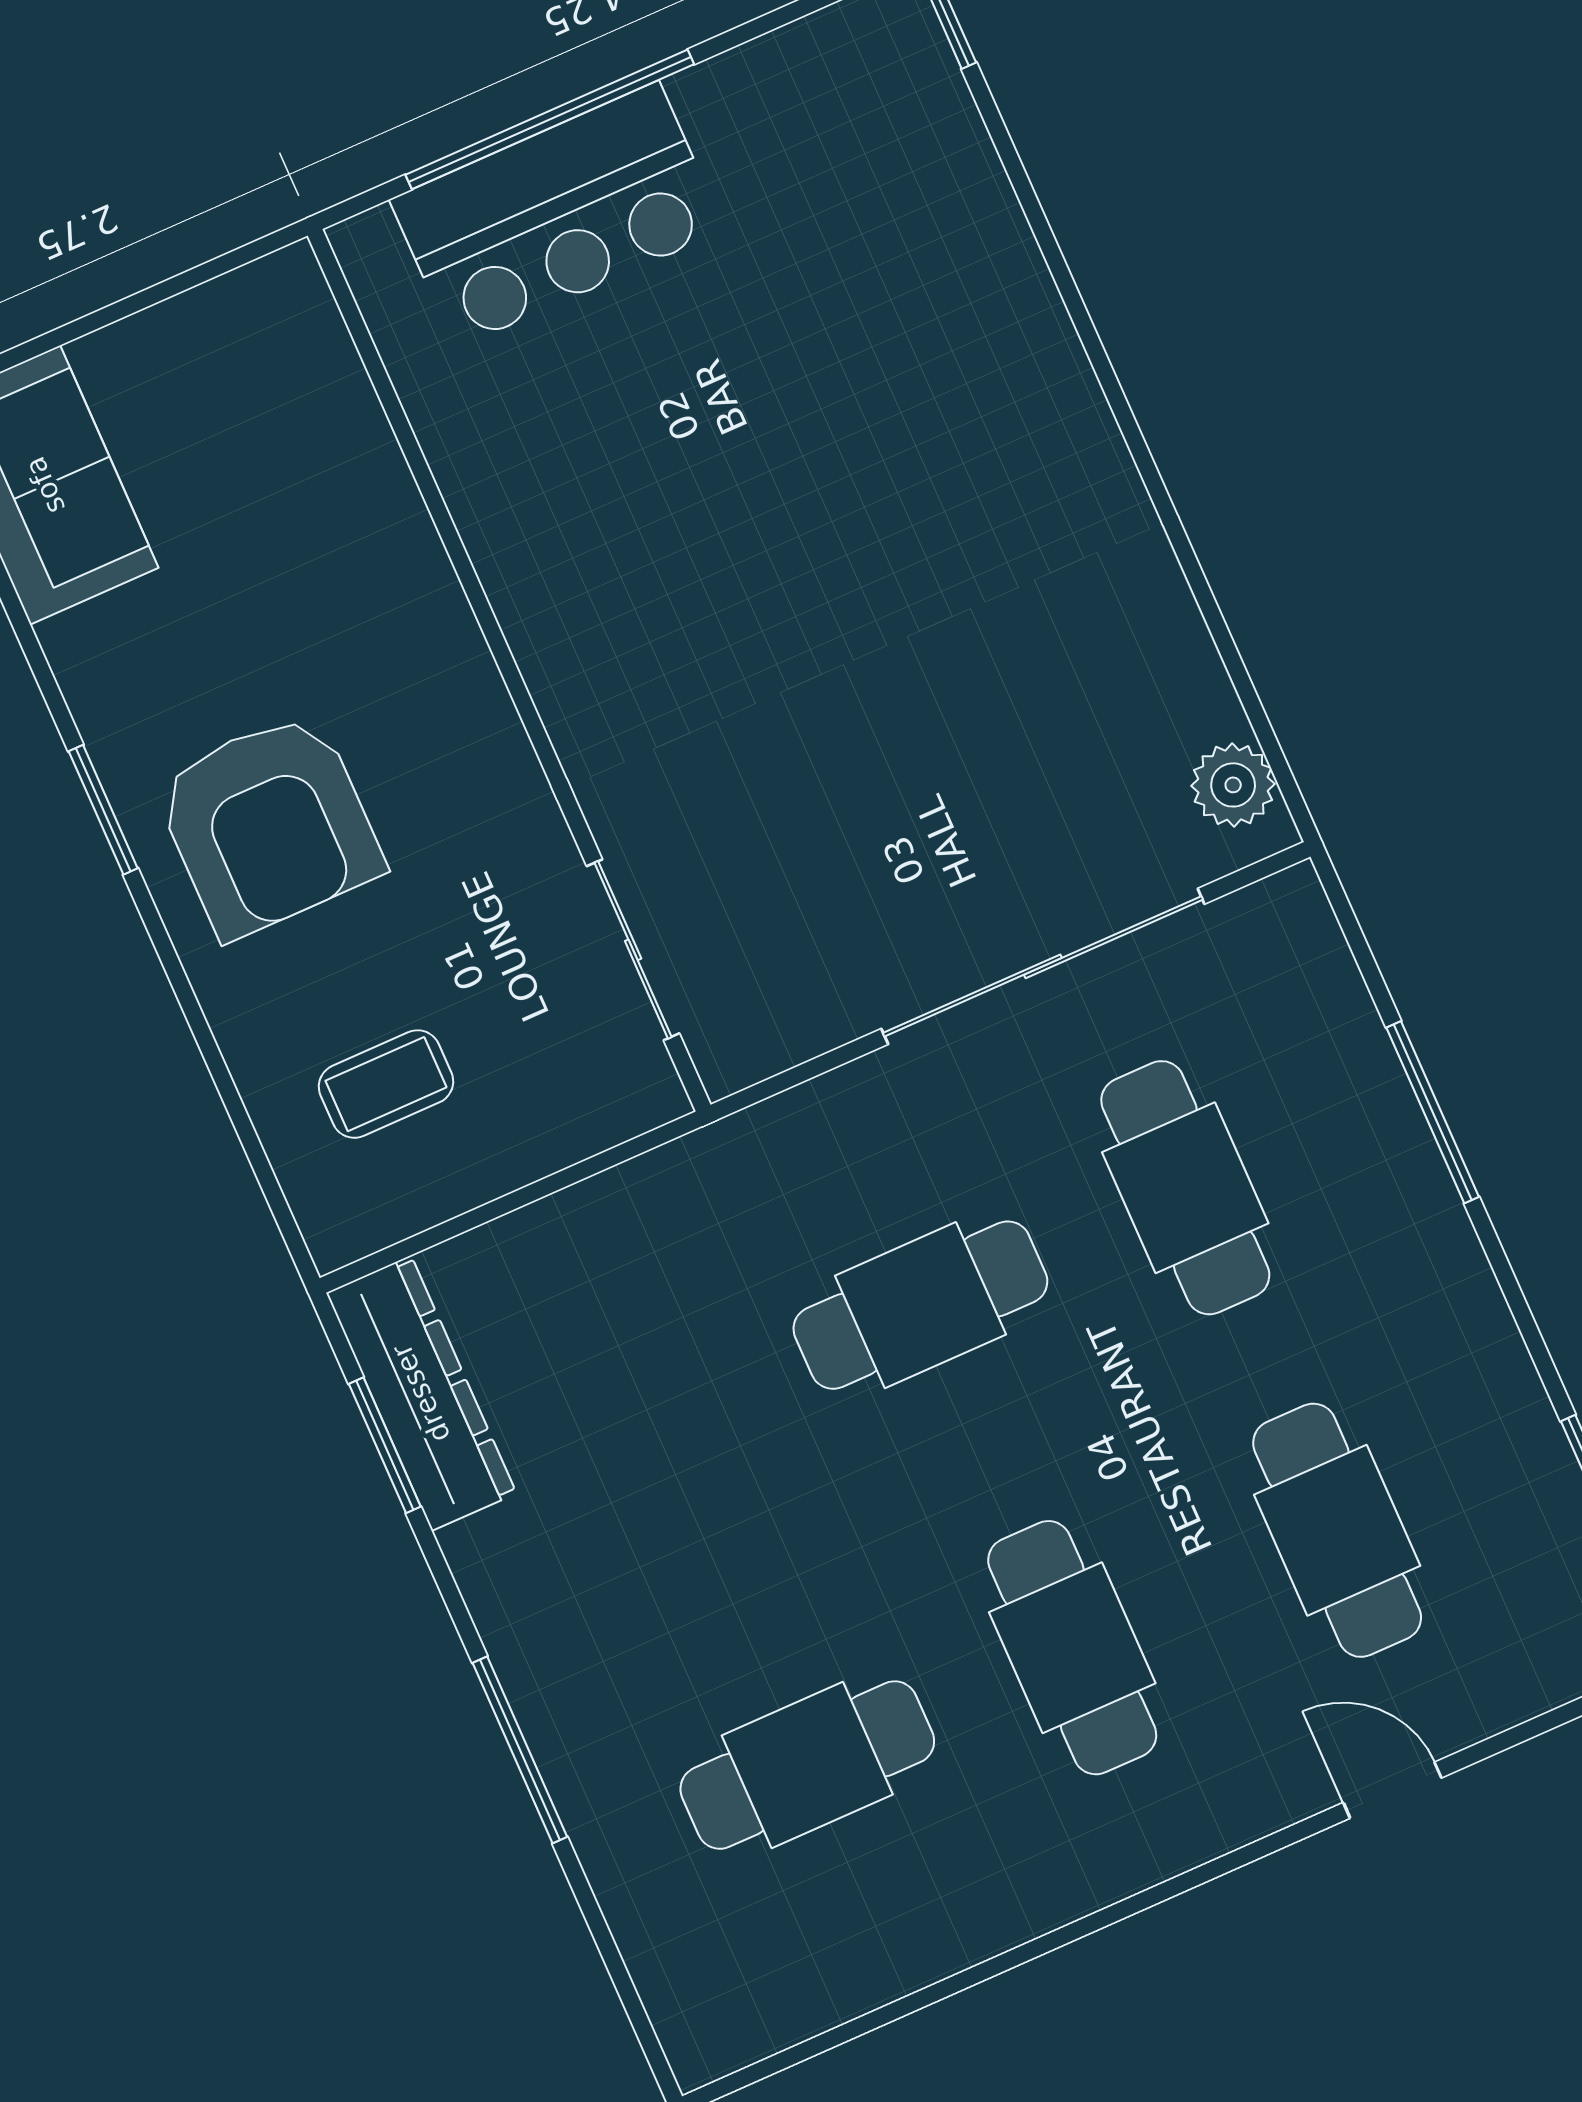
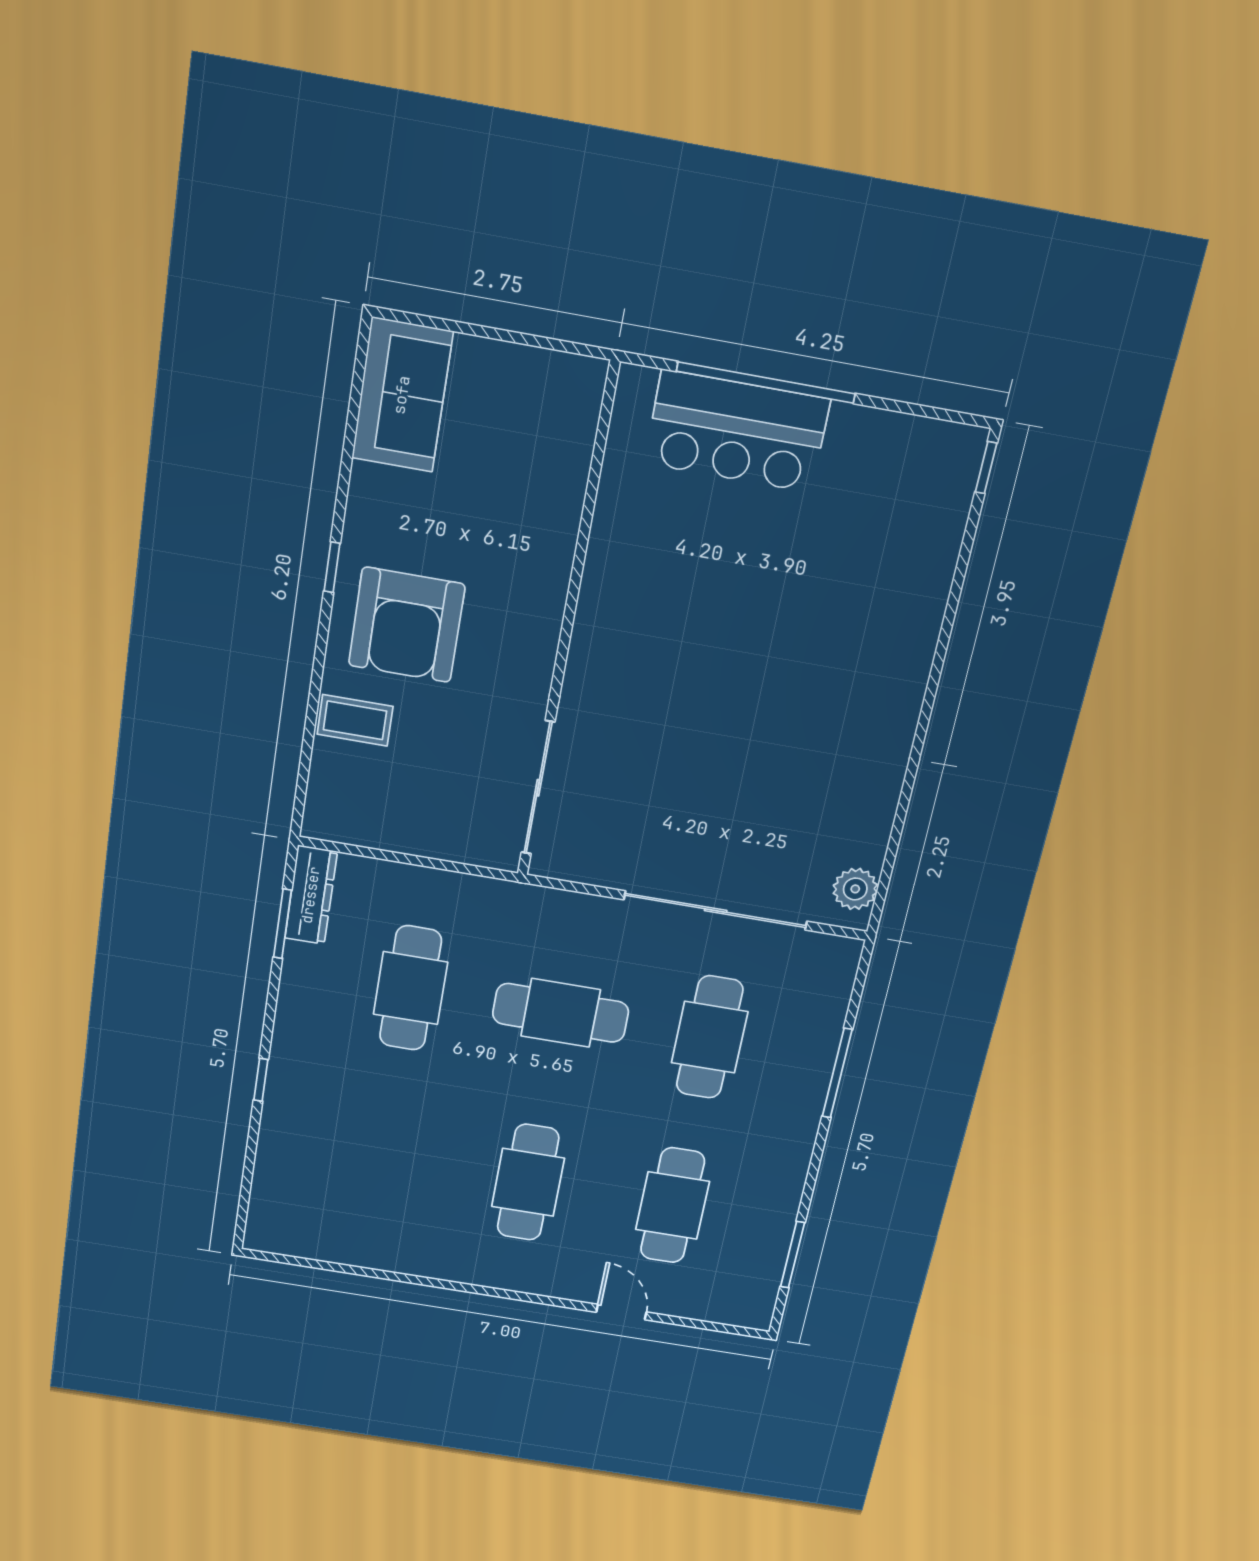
window: (103, 810) -> (332, 567), width x0.67
sliding door: (633, 950) -> (538, 788), width x1.37
coffee table: (386, 1084) -> (355, 720), moved
dresser: (421, 1393) -> (311, 895), width x0.73, depth x0.80
window: (520, 1750) -> (261, 1080), width x0.46
cafe table: (807, 1765) -> (410, 988), moved, turned 90

